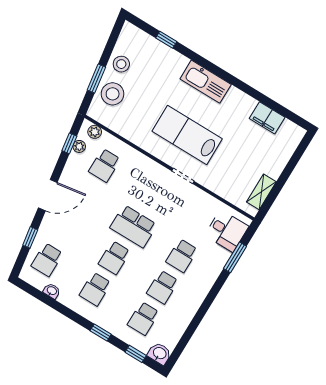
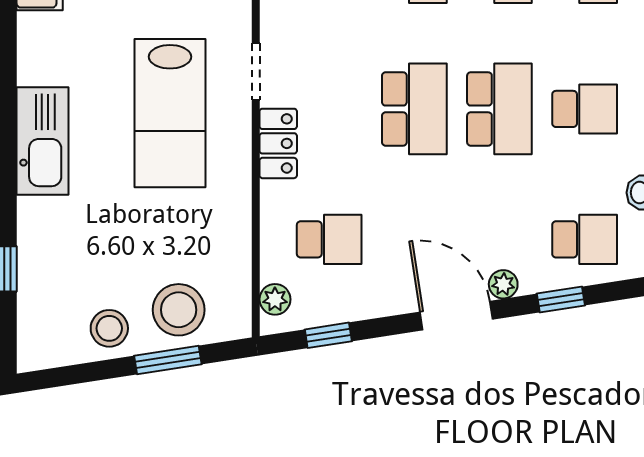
plant: (79, 146) -> (503, 284), moved
locker: (152, 168) -> (278, 143), added
school desk: (114, 258) -> (499, 109), width x1.85

